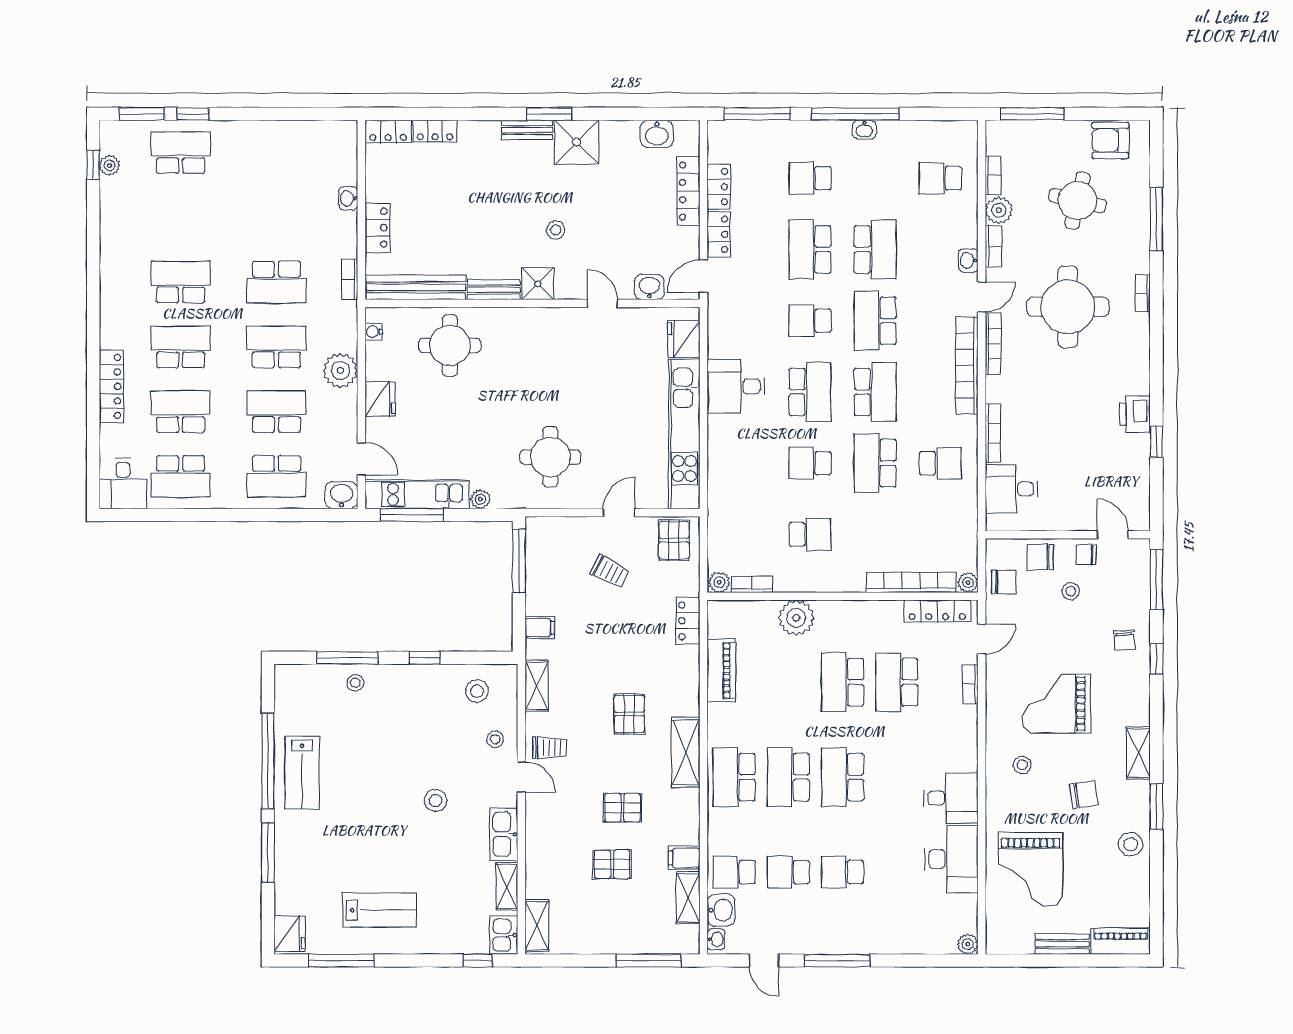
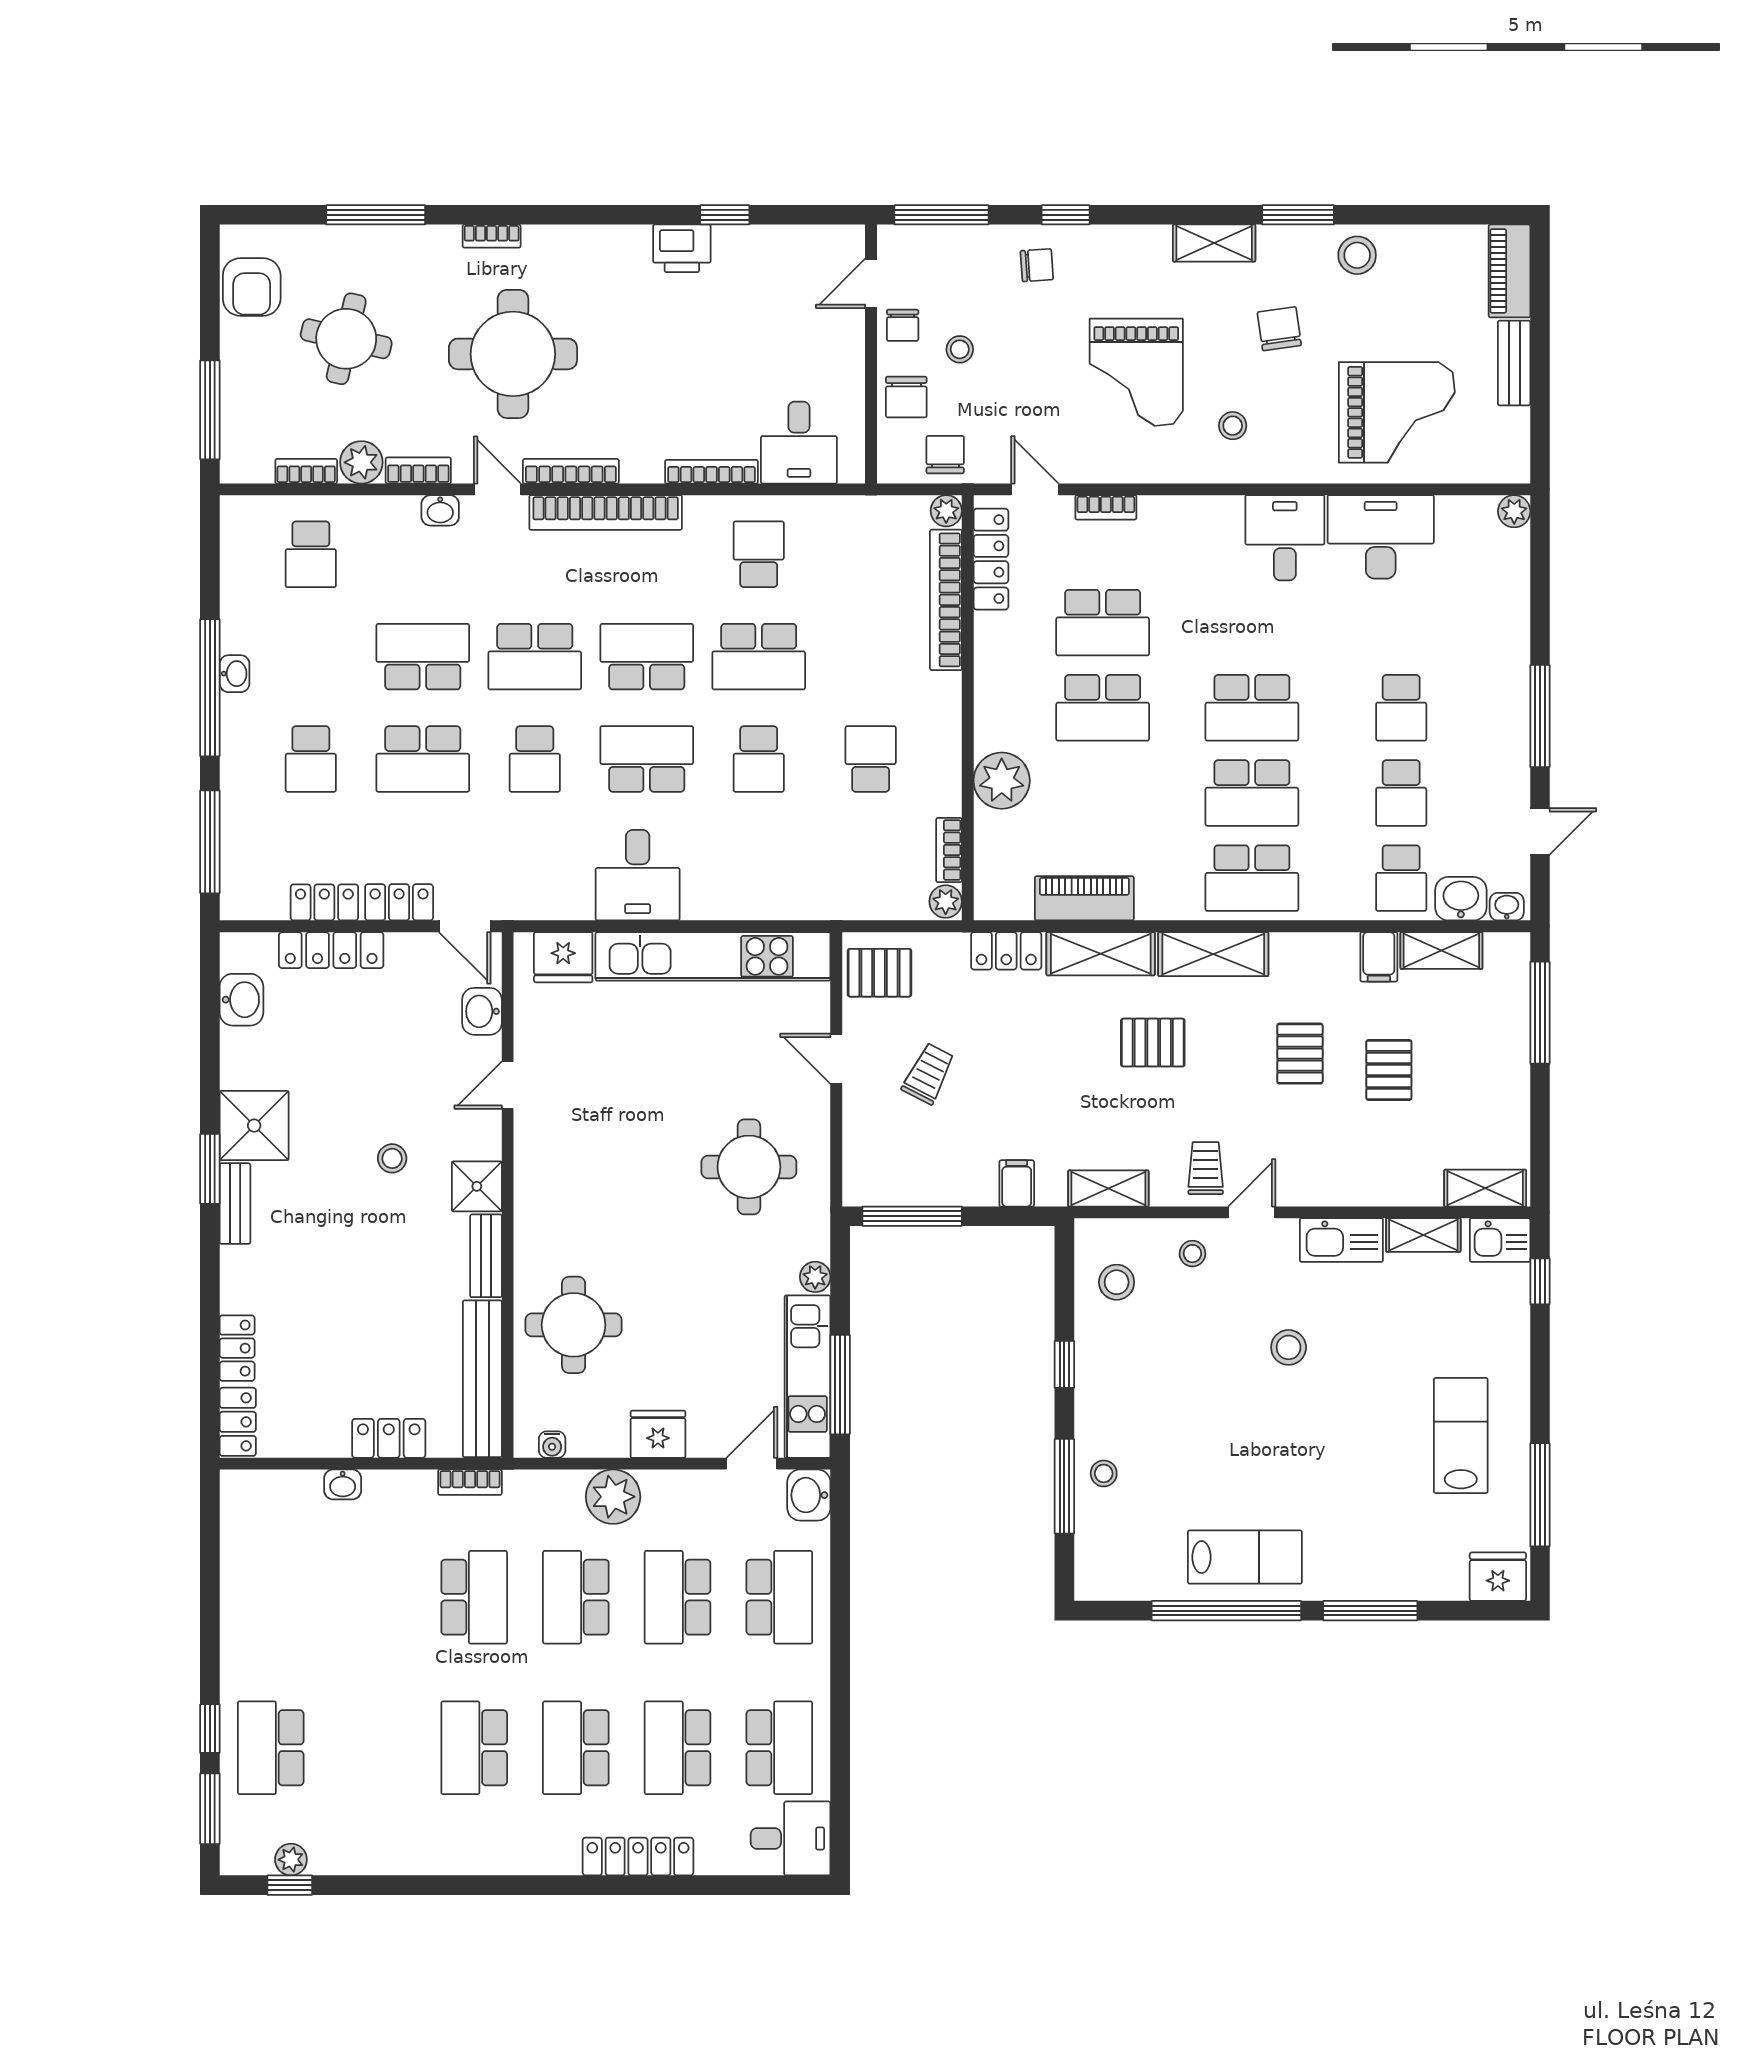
shelving: (686, 681) -> (1101, 954), added

